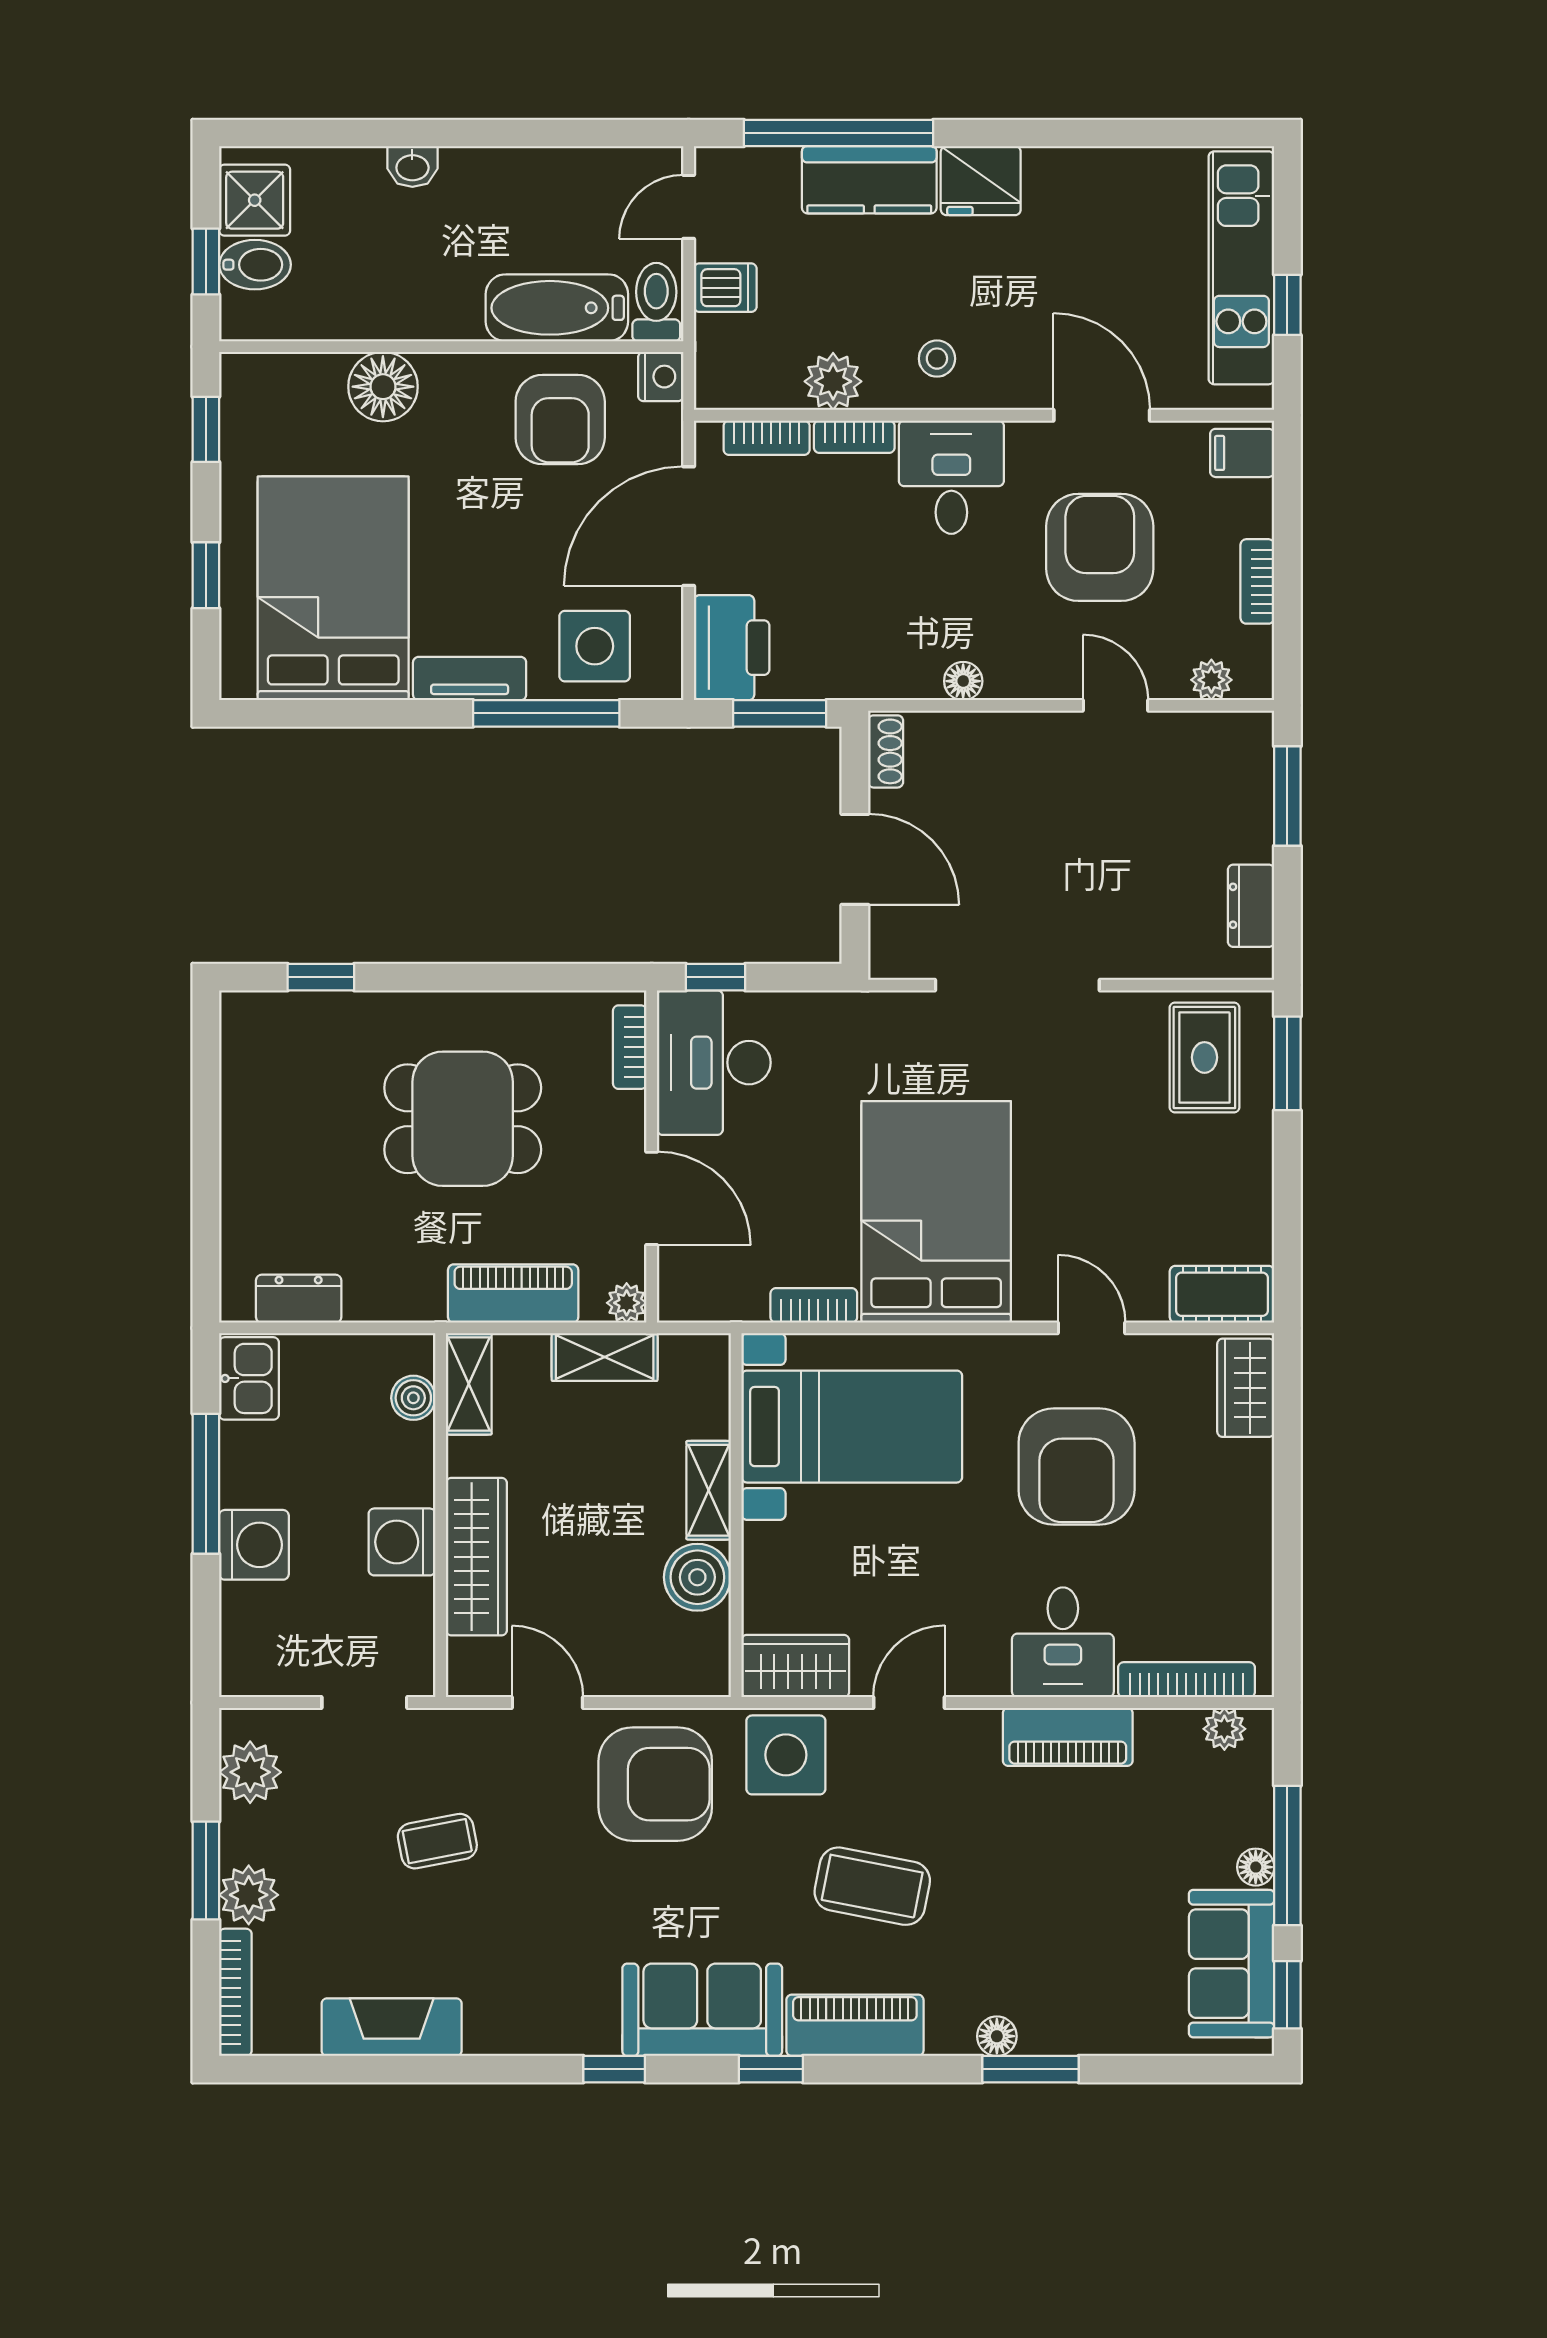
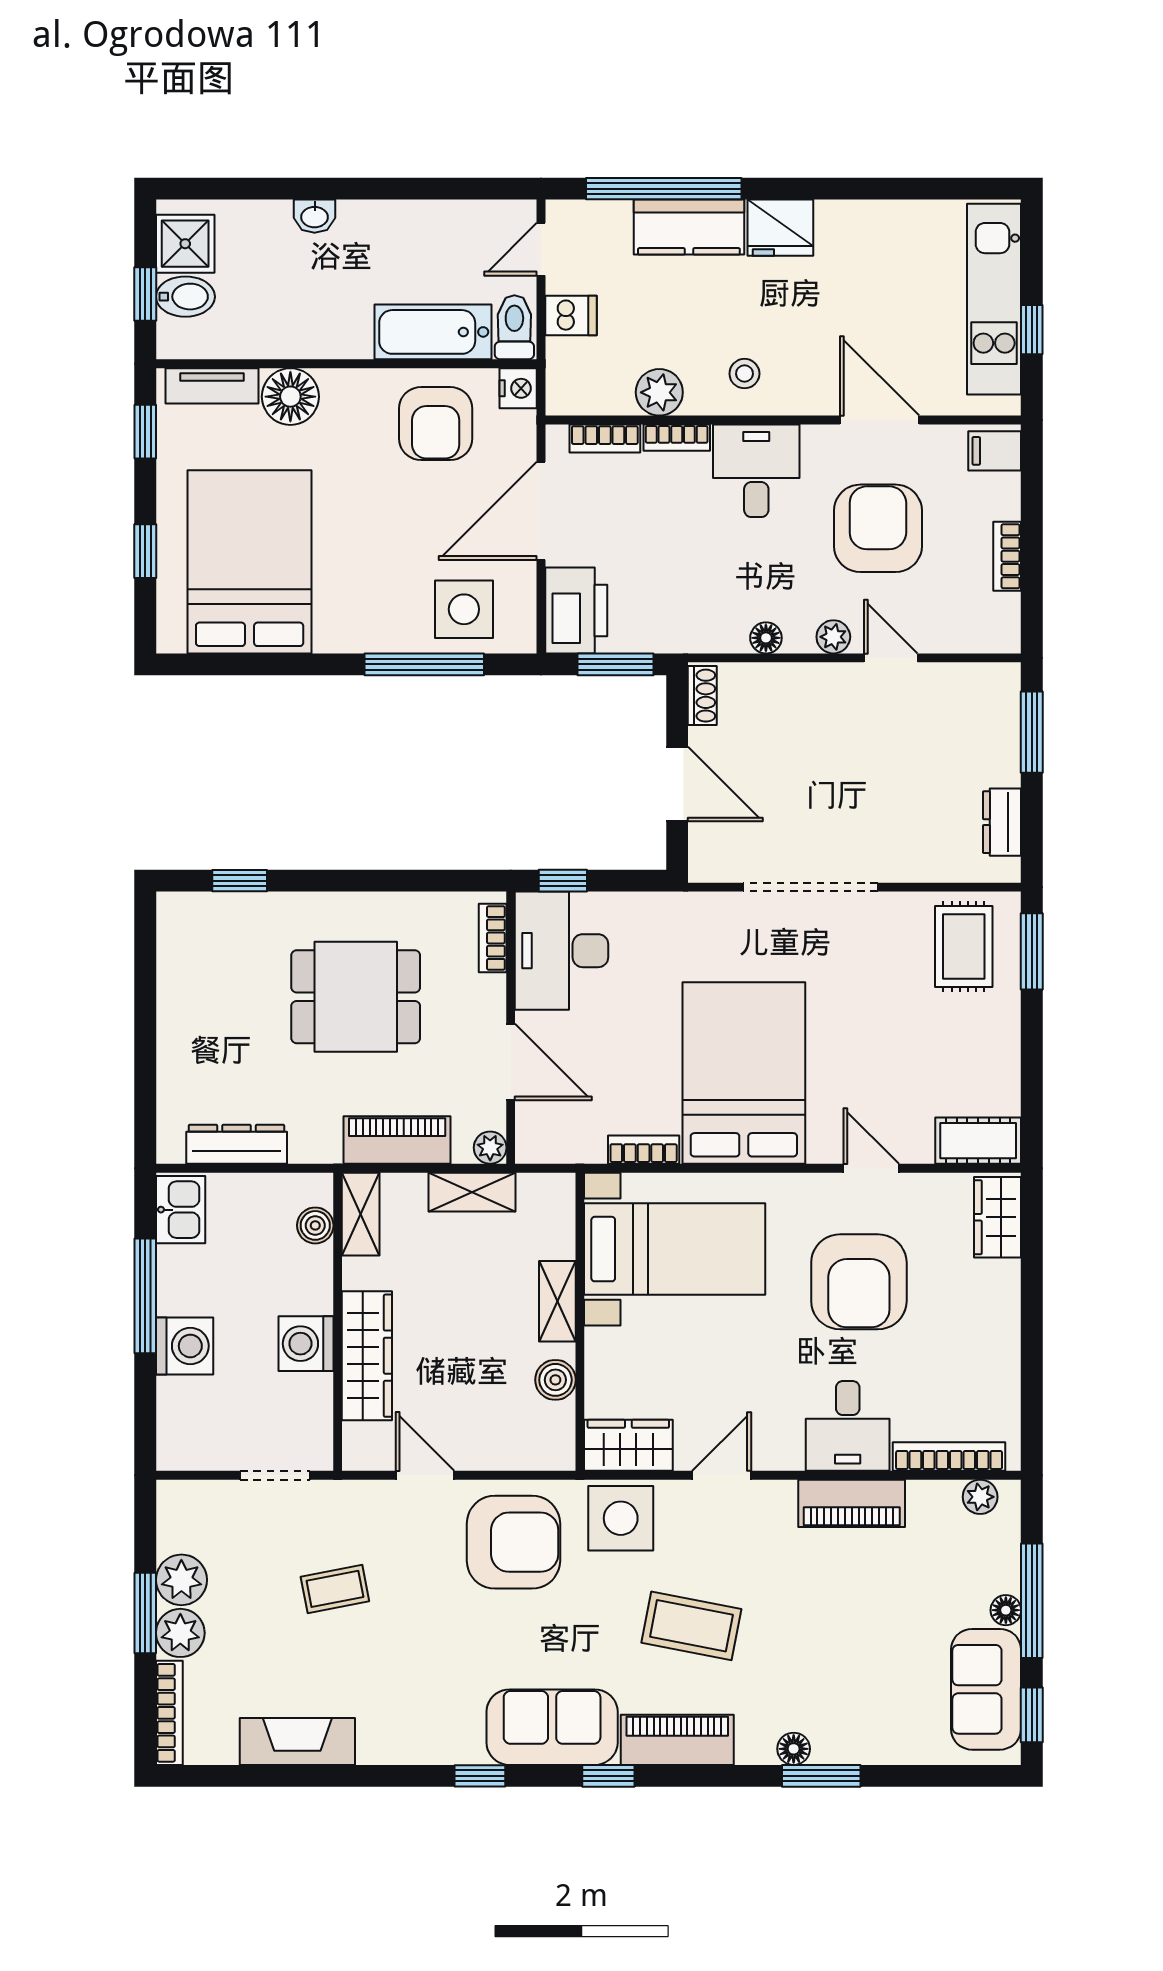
tv unit: (470, 679) -> (212, 386), moved, turned 180
plant: (1211, 680) -> (833, 637), moved
dresser: (299, 1299) -> (237, 1144), width x1.44
boiler: (697, 1577) -> (555, 1380), width x0.73, depth x0.73
plant: (250, 1772) -> (181, 1580), moved

